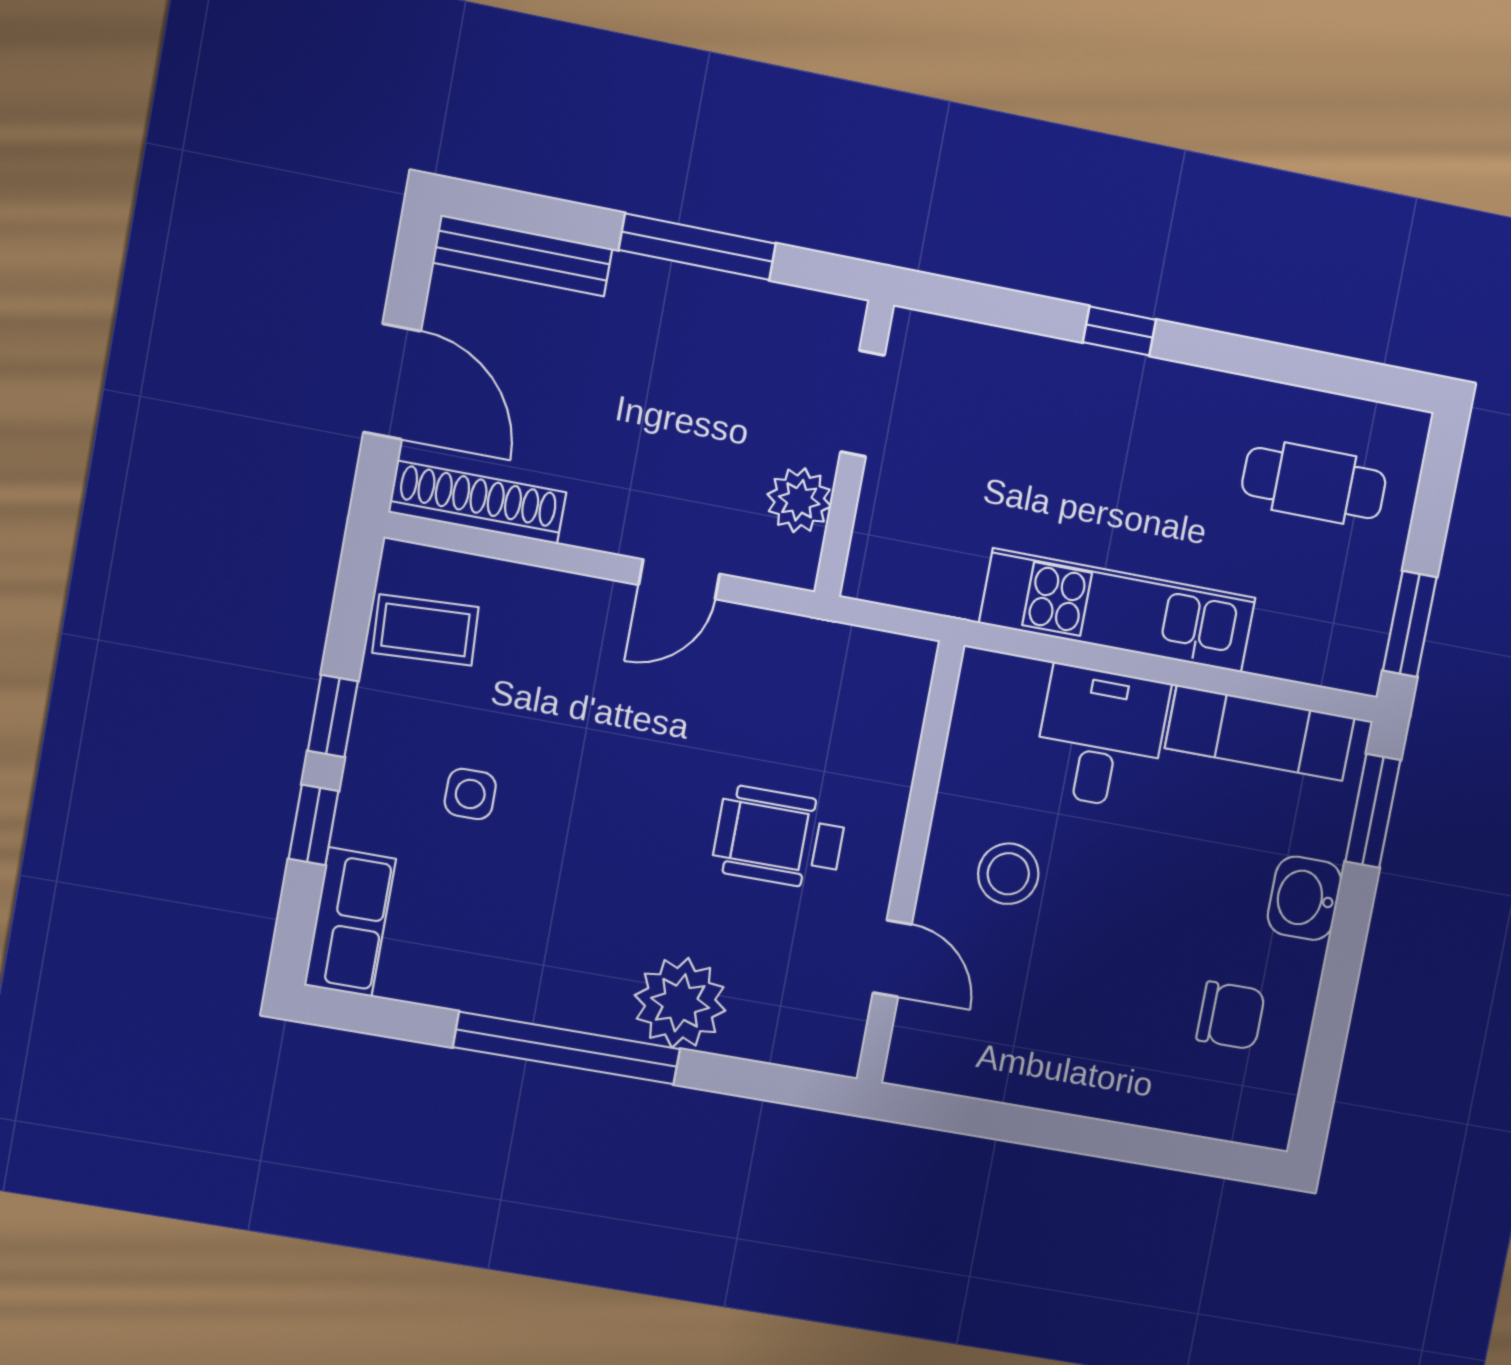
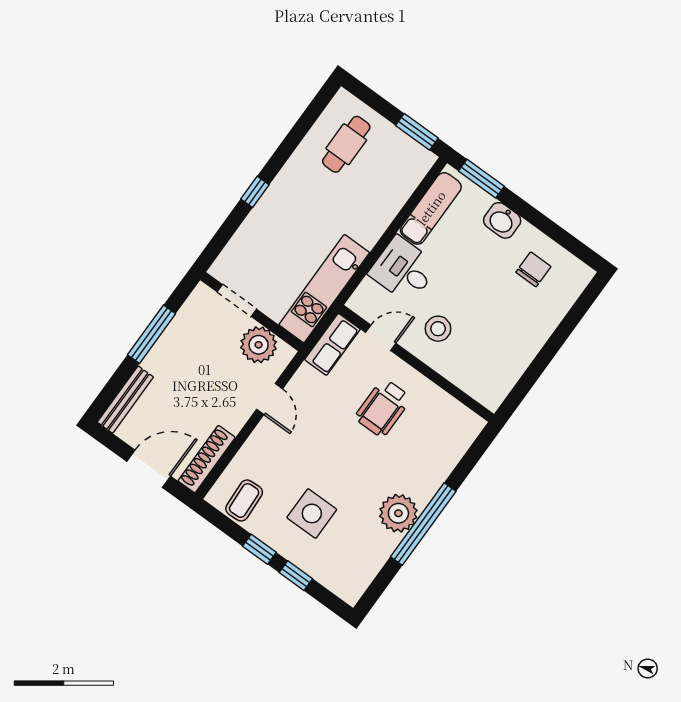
plant: (799, 500) -> (259, 345), width x1.36, depth x1.36
kitchen unit: (1118, 610) -> (324, 289), moved
side table: (470, 794) -> (312, 513), width x1.87, depth x1.87
row of seats: (350, 922) -> (332, 344), moved, turned 90
door: (892, 959) -> (381, 338), moved
plant: (680, 1003) -> (398, 513), moved

